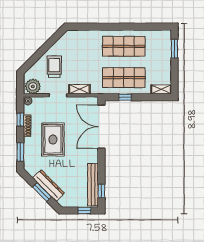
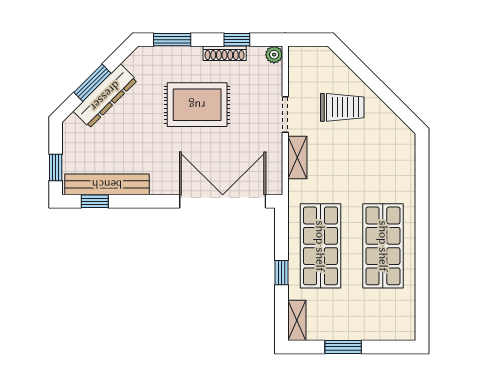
window: (174, 49) -> (343, 347), moved
plant: (33, 86) -> (303, 65), removed
window: (125, 97) -> (281, 273), moved

